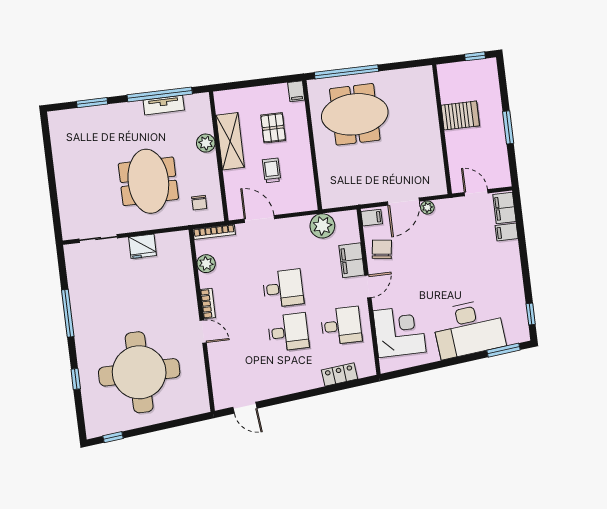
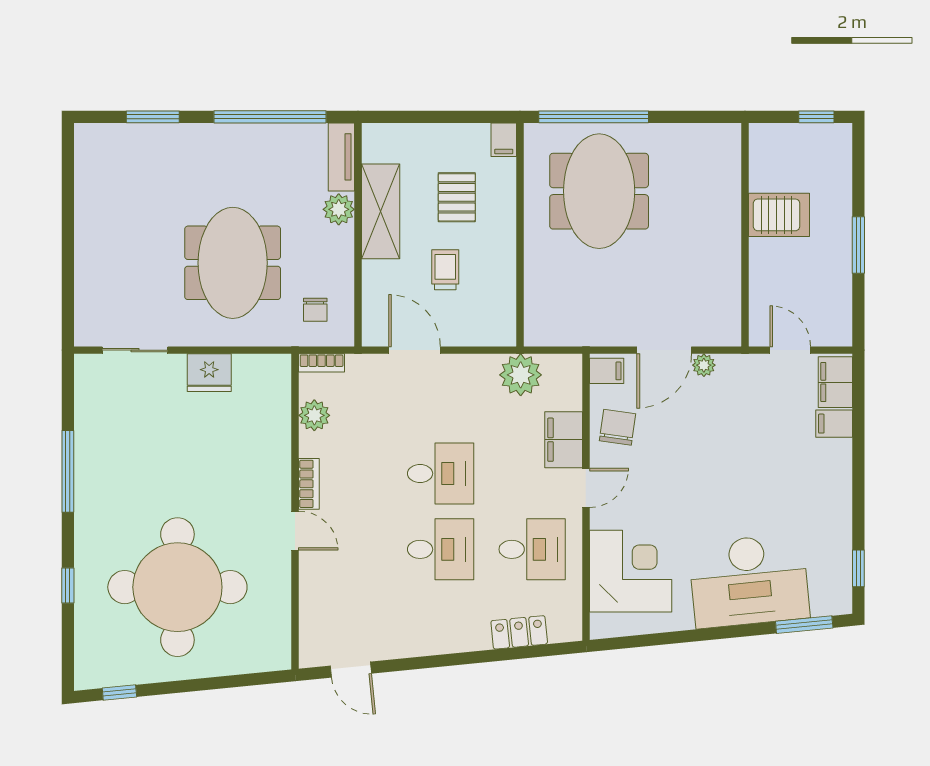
tv unit: (164, 105) -> (341, 157), moved, turned 90
meeting table: (355, 114) -> (599, 191), turned 90
bookcase: (214, 232) -> (322, 363), width x0.64

